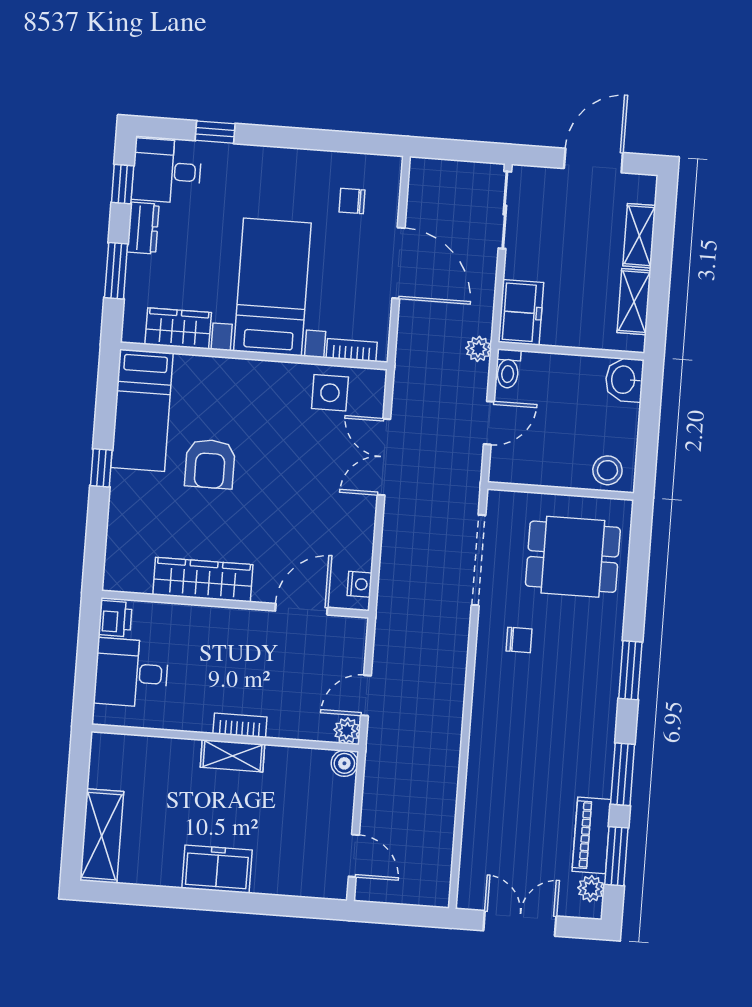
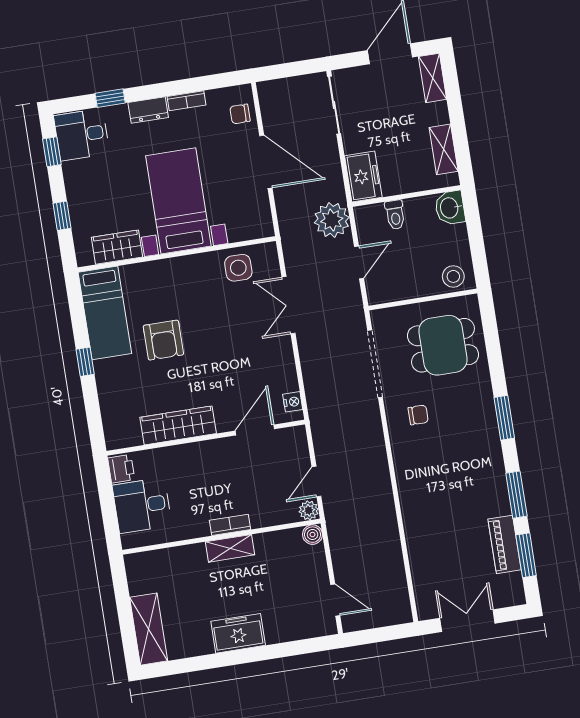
chair: (352, 201) -> (240, 114), moved
dresser: (143, 228) -> (148, 110), moved, turned 90
shelving: (639, 236) -> (433, 78), moved
window: (116, 271) -> (62, 216), width x0.67
plant: (478, 349) -> (332, 220), width x1.87, depth x1.87
bookcase: (352, 350) -> (186, 101), moved, turned 180
toilet: (508, 369) -> (395, 215), moved
plant: (591, 889) -> (513, 583), removed

